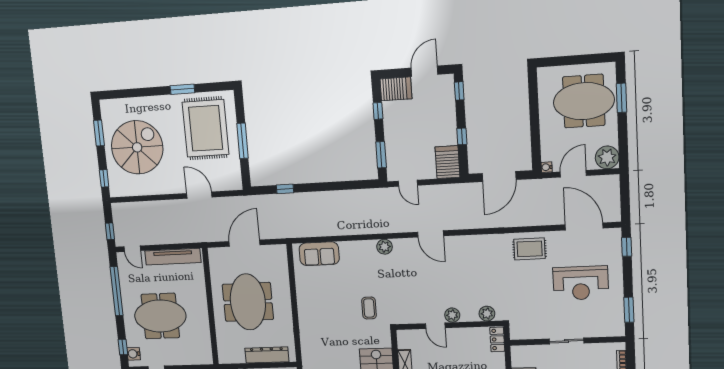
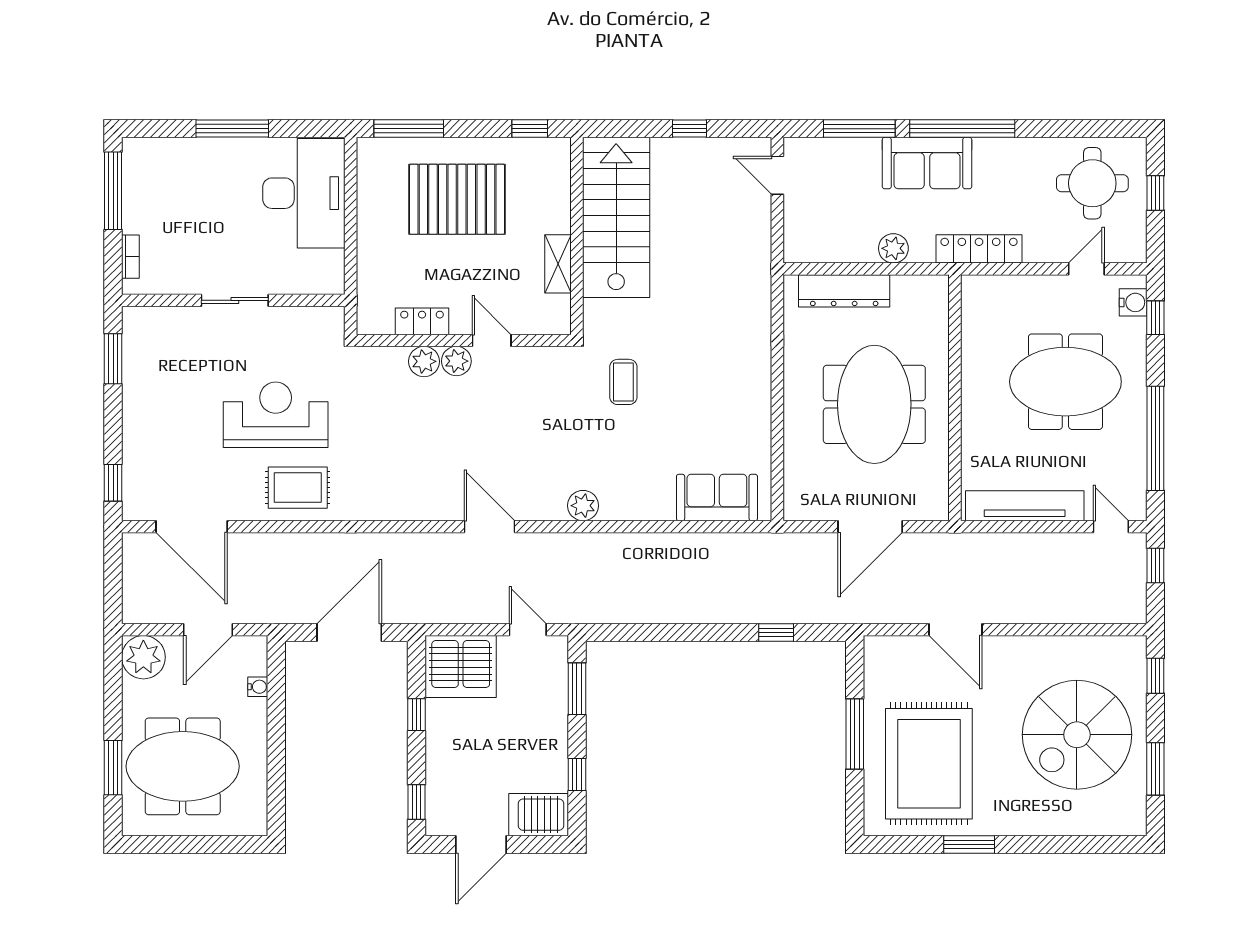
server rack: (447, 162) -> (461, 667), width x1.60
water cooler: (547, 167) -> (258, 687), moved
reception desk: (581, 283) -> (276, 415), moved
plant: (487, 314) -> (424, 361), moved
locker: (497, 339) -> (422, 321), moved, turned -90

